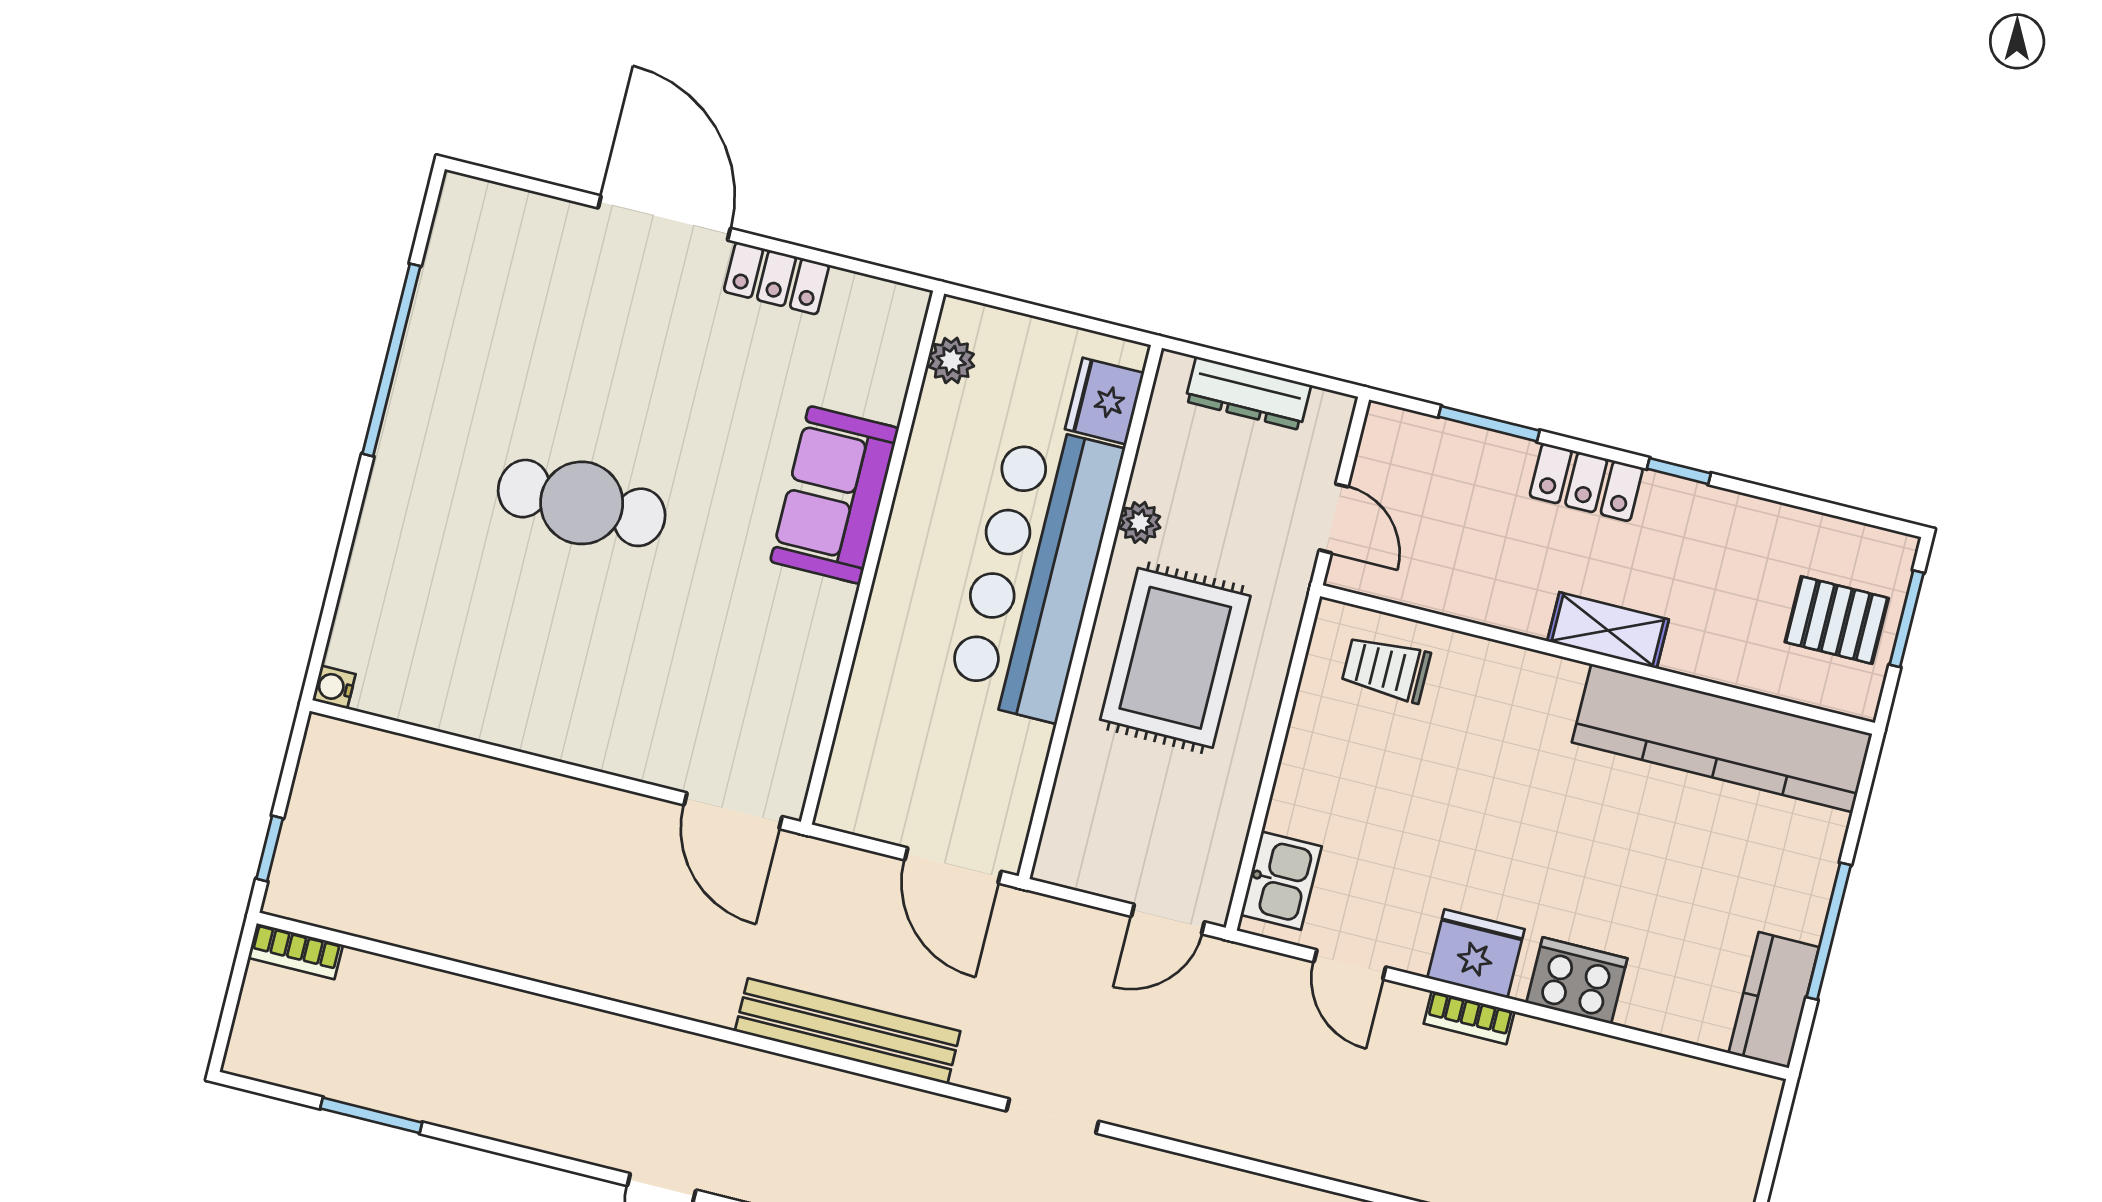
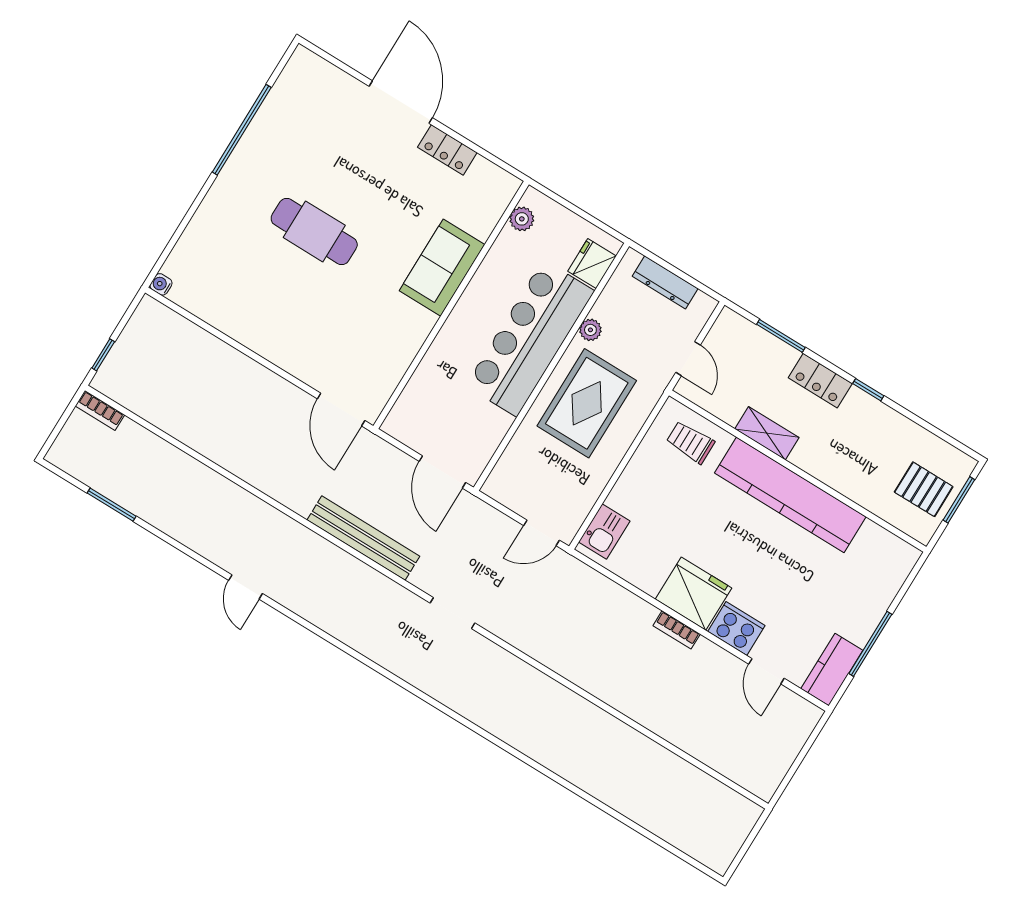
shelving: (1608, 630) -> (767, 433), moved
kitchen counter: (1722, 738) -> (790, 495), moved
fridge: (1476, 954) -> (694, 594), width x1.36, depth x1.34
door: (1350, 964) -> (766, 671), moved

